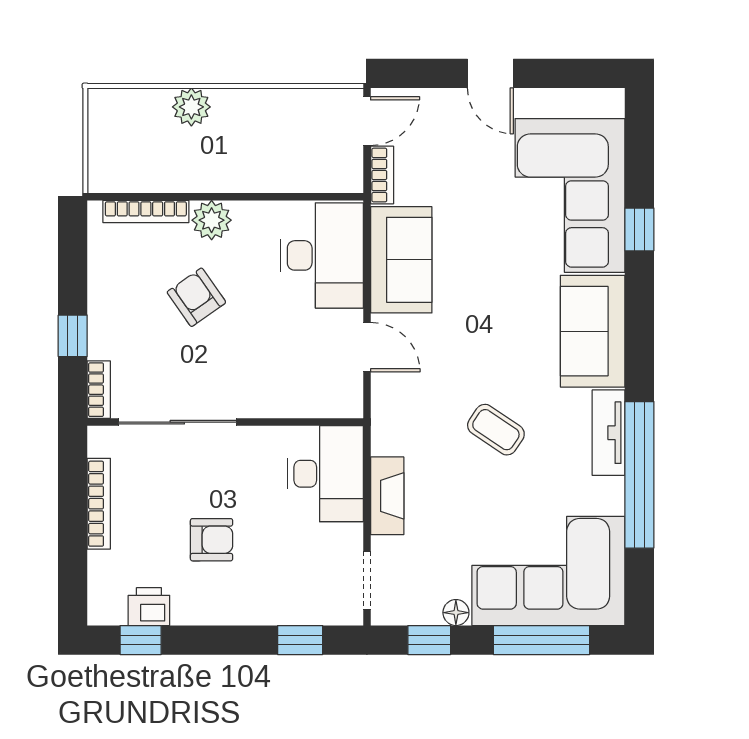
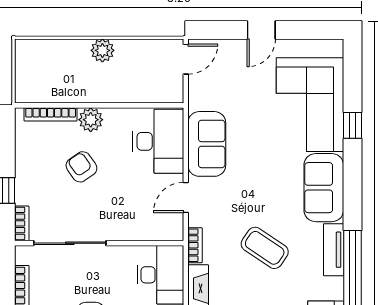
door: (490, 73) -> (261, 30), hinge flipped
plant: (191, 107) -> (102, 50), moved
bookcase: (382, 175) -> (195, 245), moved
door: (367, 347) -> (186, 197), swing flipped
coffee table: (496, 430) -> (265, 248), width x1.36, depth x1.30

